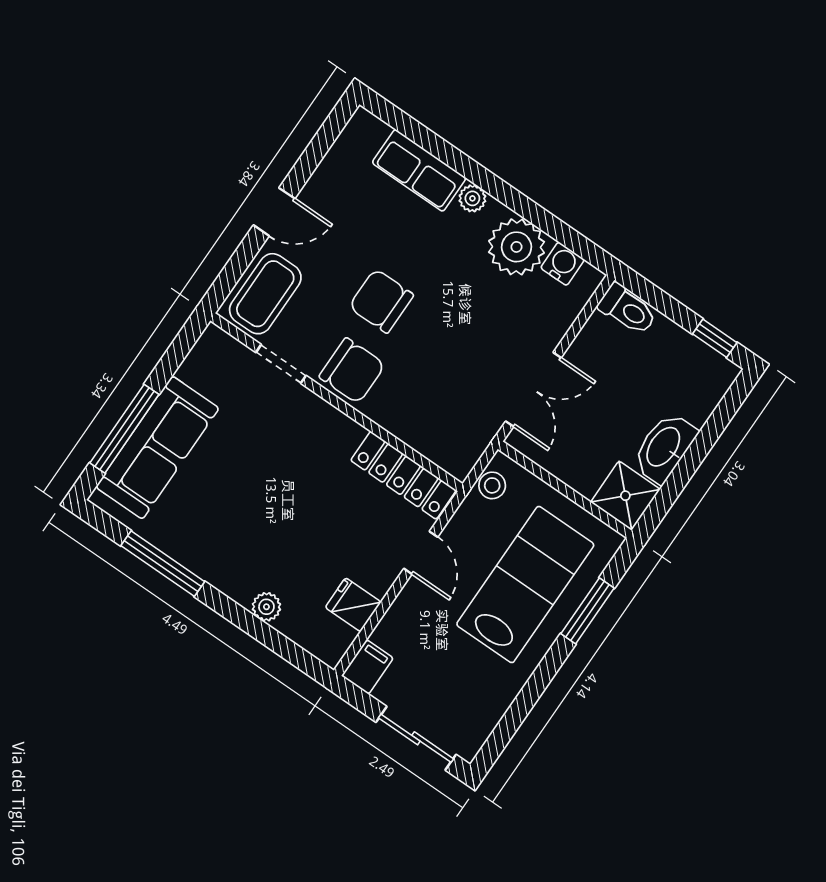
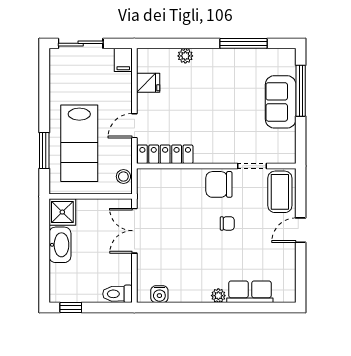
plant: (516, 247) -> (185, 288), removed
chair: (381, 301) -> (227, 223), width x0.54, depth x0.54
sofa: (157, 448) -> (281, 102), width x0.73
door: (421, 553) -> (134, 126), hinge flipped

